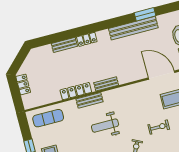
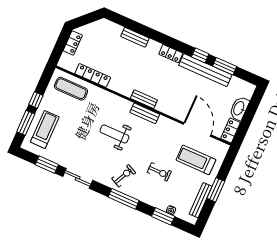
window: (121, 20) -> (200, 55), added
locker: (87, 39) -> (171, 54), moved
locker: (76, 91) -> (93, 75), moved
bench: (89, 100) -> (145, 113), moved

